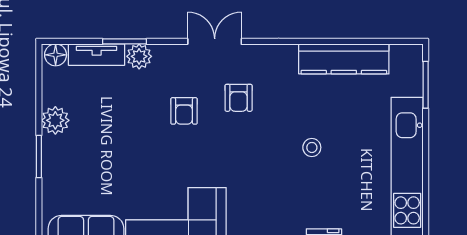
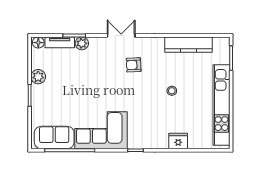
armchair: (239, 98) -> (134, 65), turned 87
armchair: (184, 111) -> (105, 72), removed

